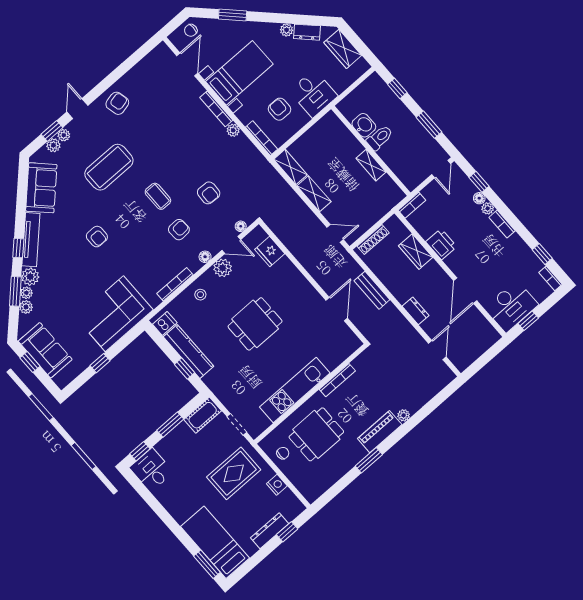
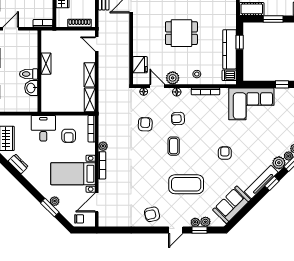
plant: (286, 30) -> (55, 201), moved

